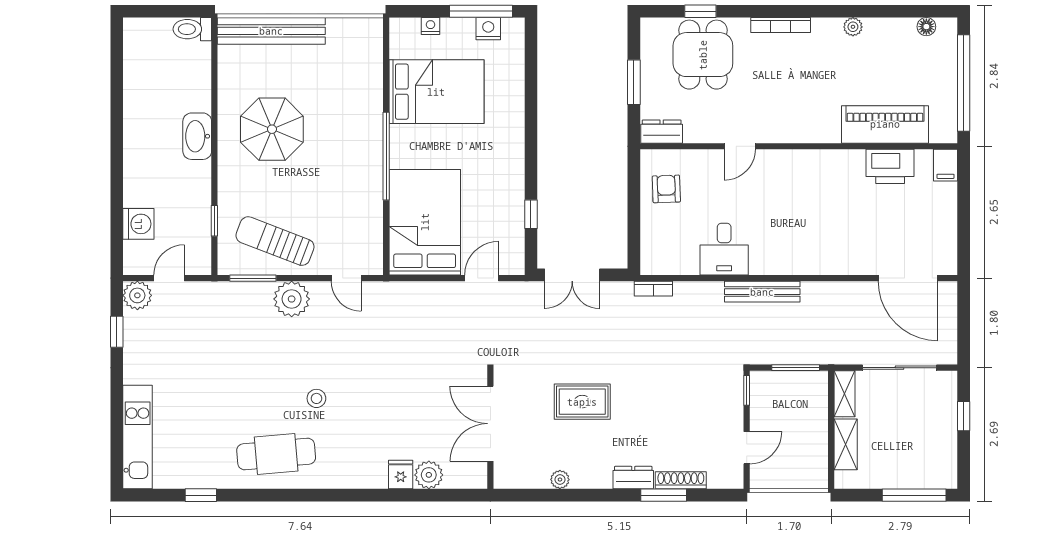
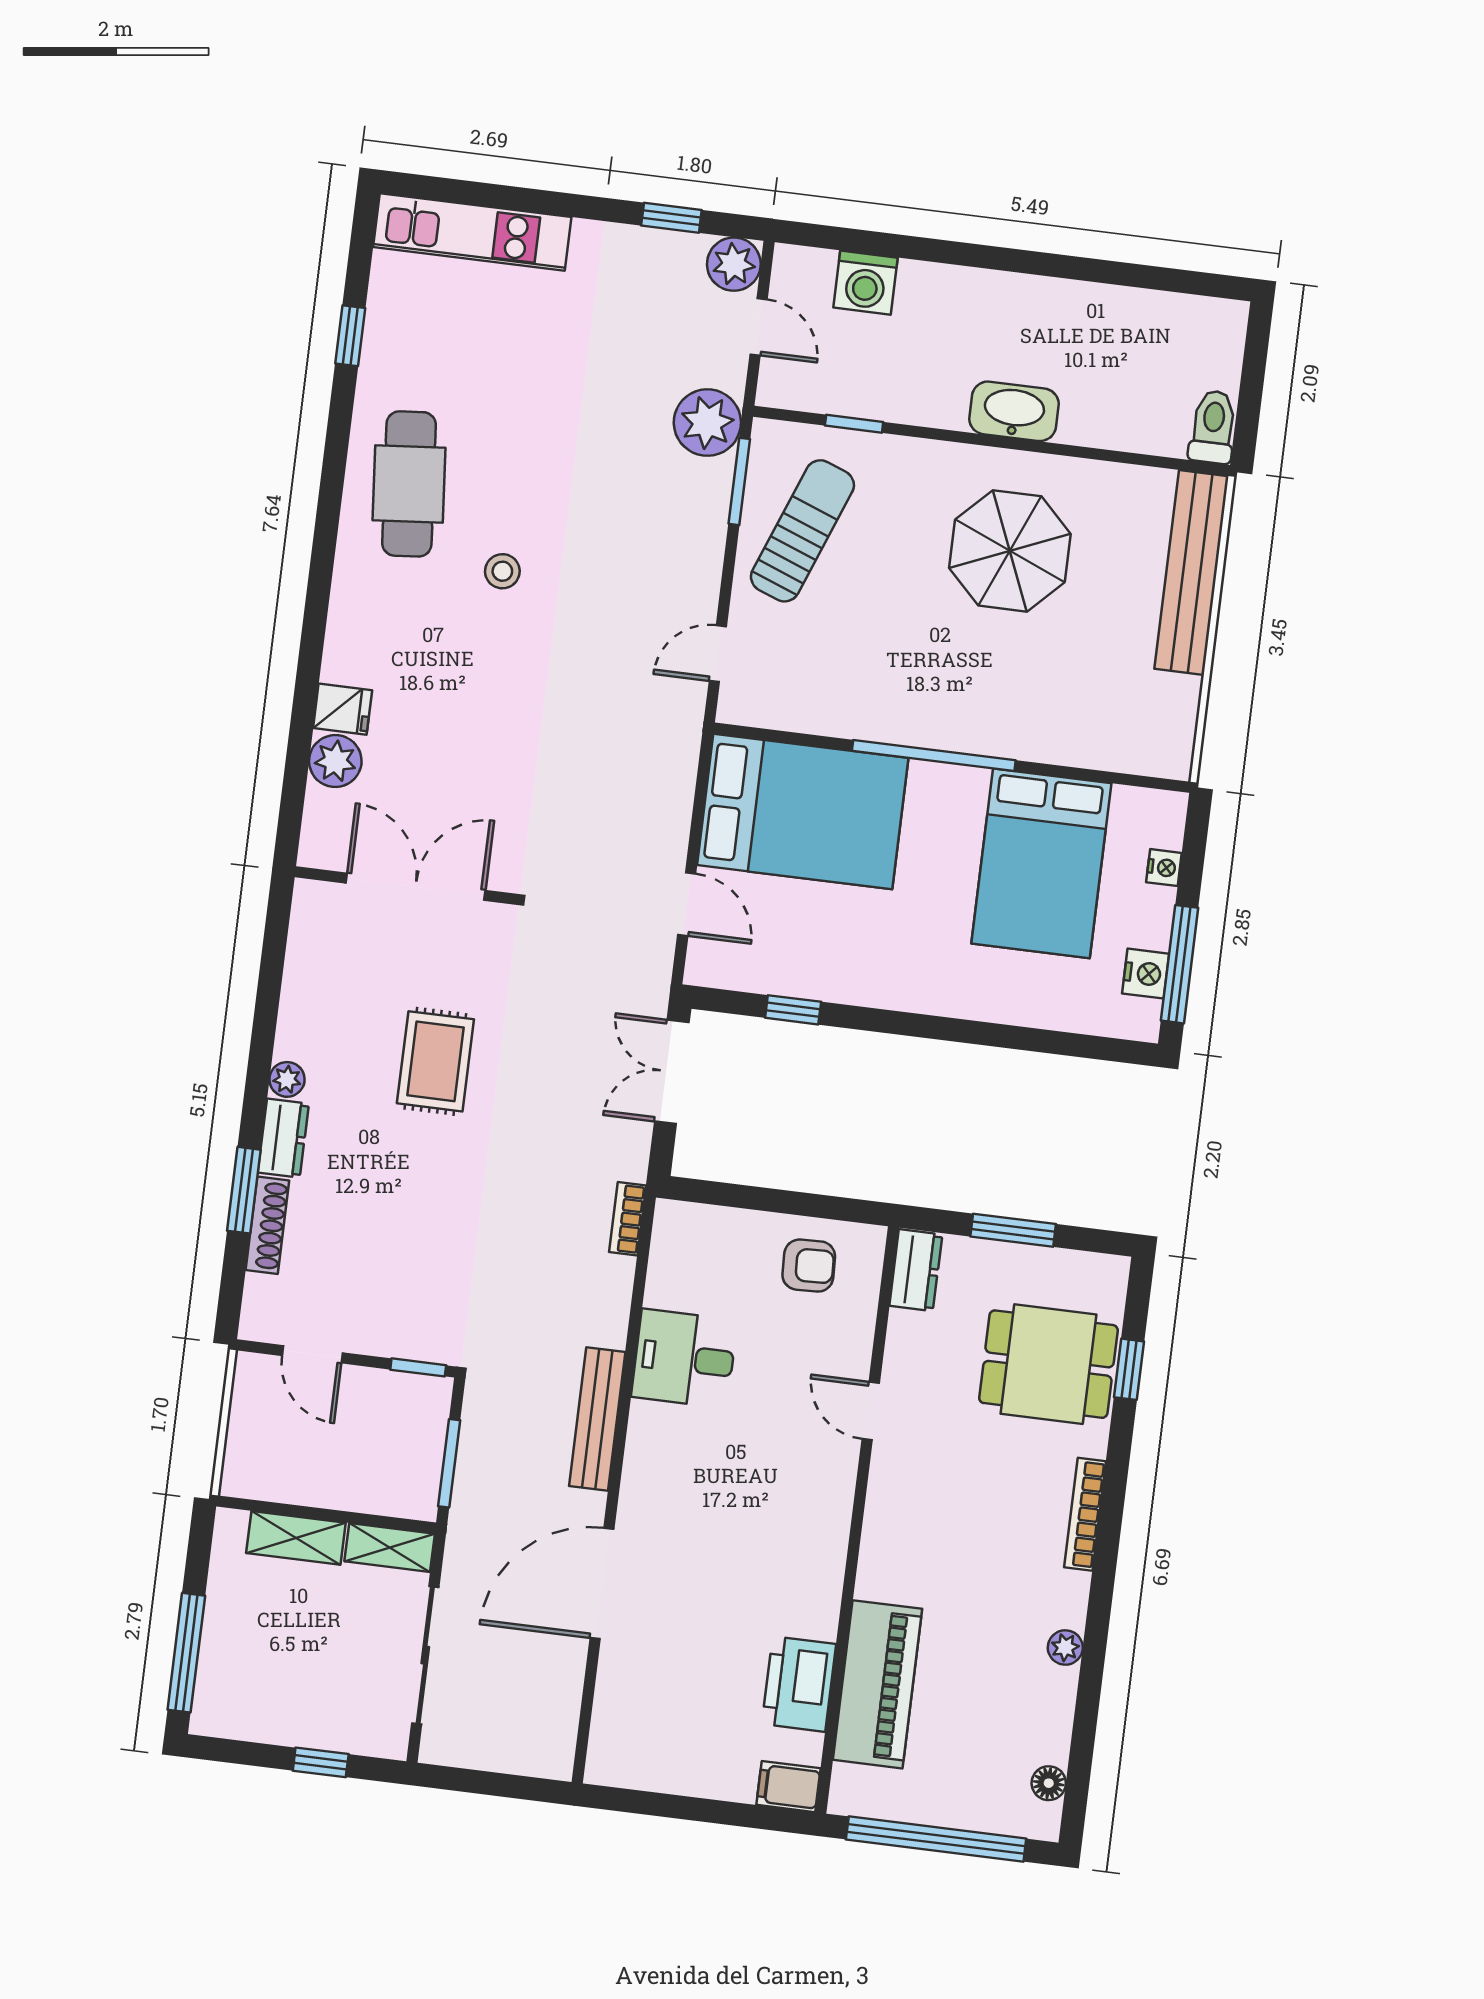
door: (908, 278) -> (602, 1584), moved
plant: (292, 299) -> (707, 423), moved
plant: (560, 480) -> (287, 1079), moved

